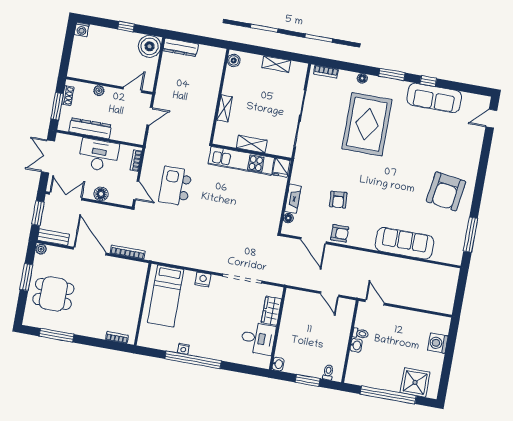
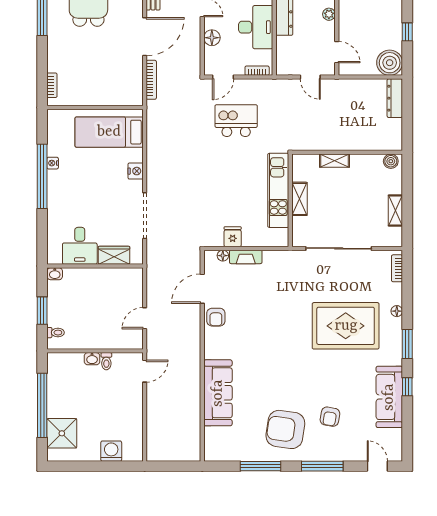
window: (483, 166) -> (322, 466), added
fridge: (281, 168) -> (233, 237), moved, turned 90
armchair: (338, 200) -> (330, 417), moved, turned -75
window: (471, 235) -> (261, 466), moved

